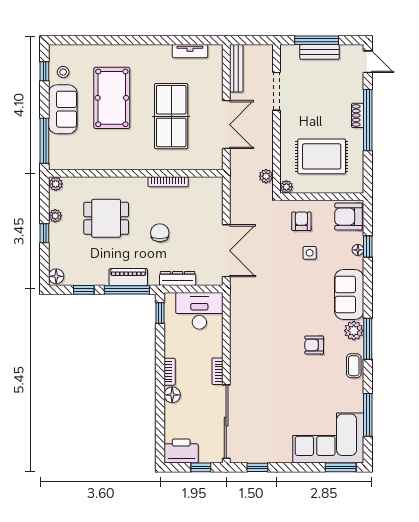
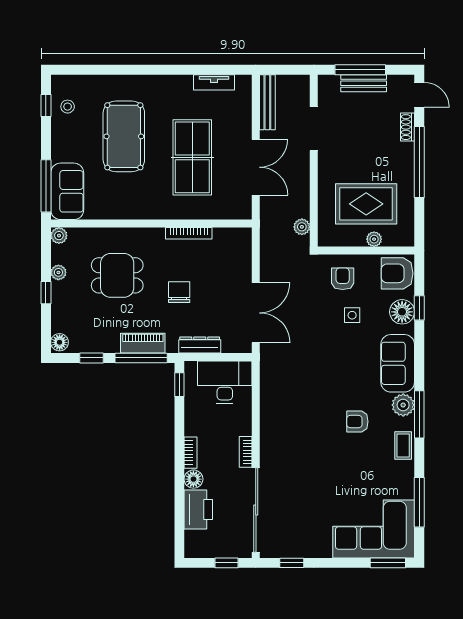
sofa: (63, 109) -> (67, 191), moved
shoe rack: (358, 115) -> (408, 127), moved
plant: (286, 187) -> (374, 239), moved
floor lamp: (358, 250) -> (402, 312), width x1.89, depth x1.89
printer: (181, 451) -> (198, 509), moved, turned 90

